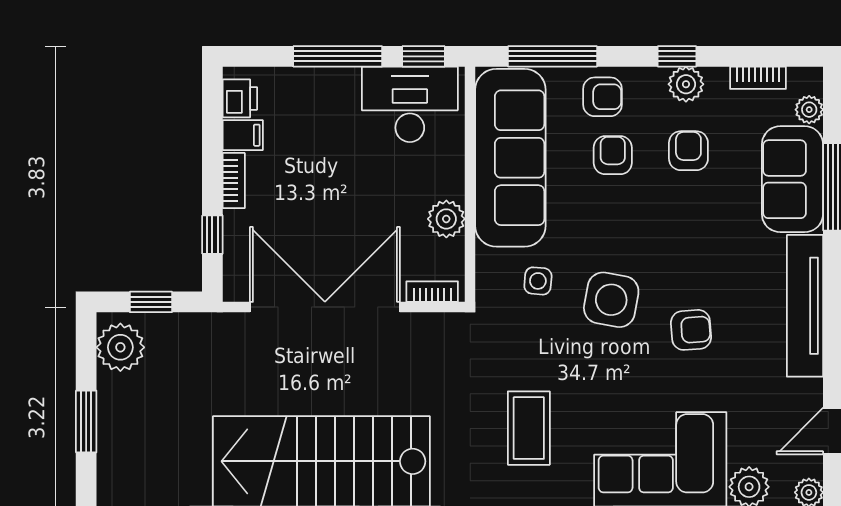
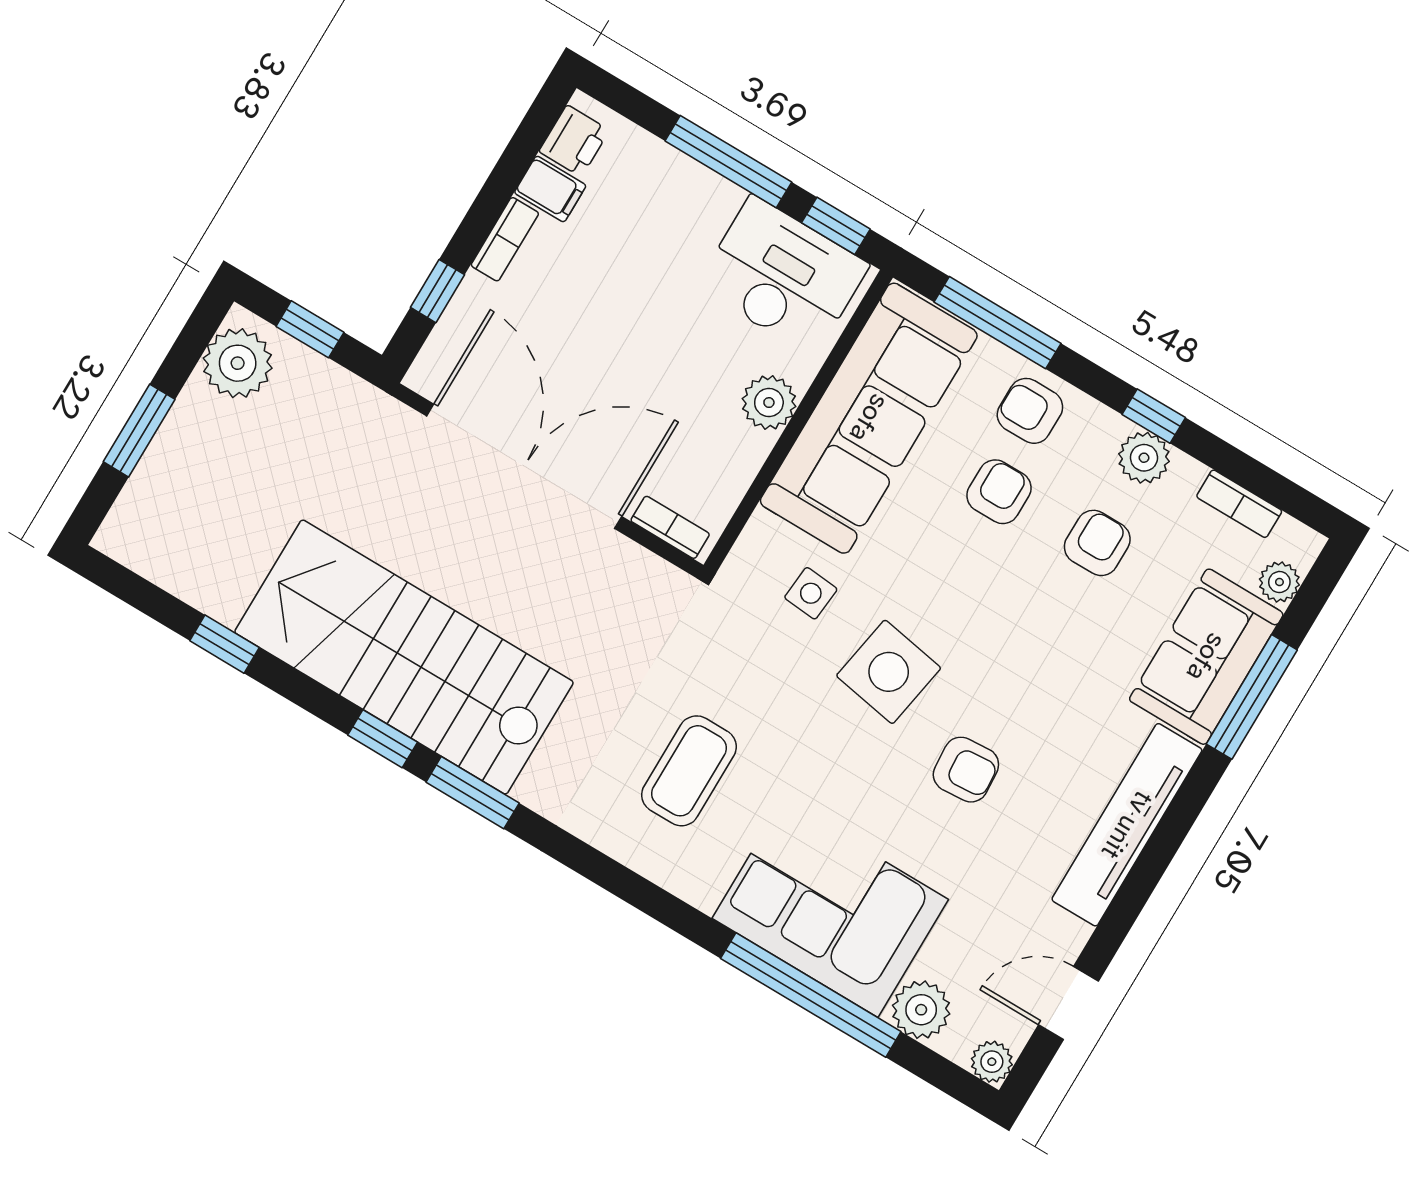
armchair: (603, 97) -> (1030, 411), turned 180
plant: (446, 219) -> (769, 403), moved

